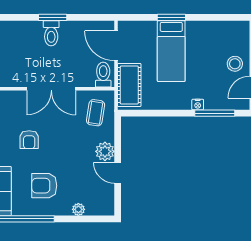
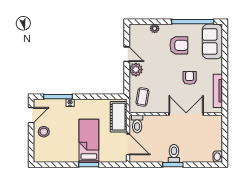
double door: (51, 89) -> (186, 114), moved

